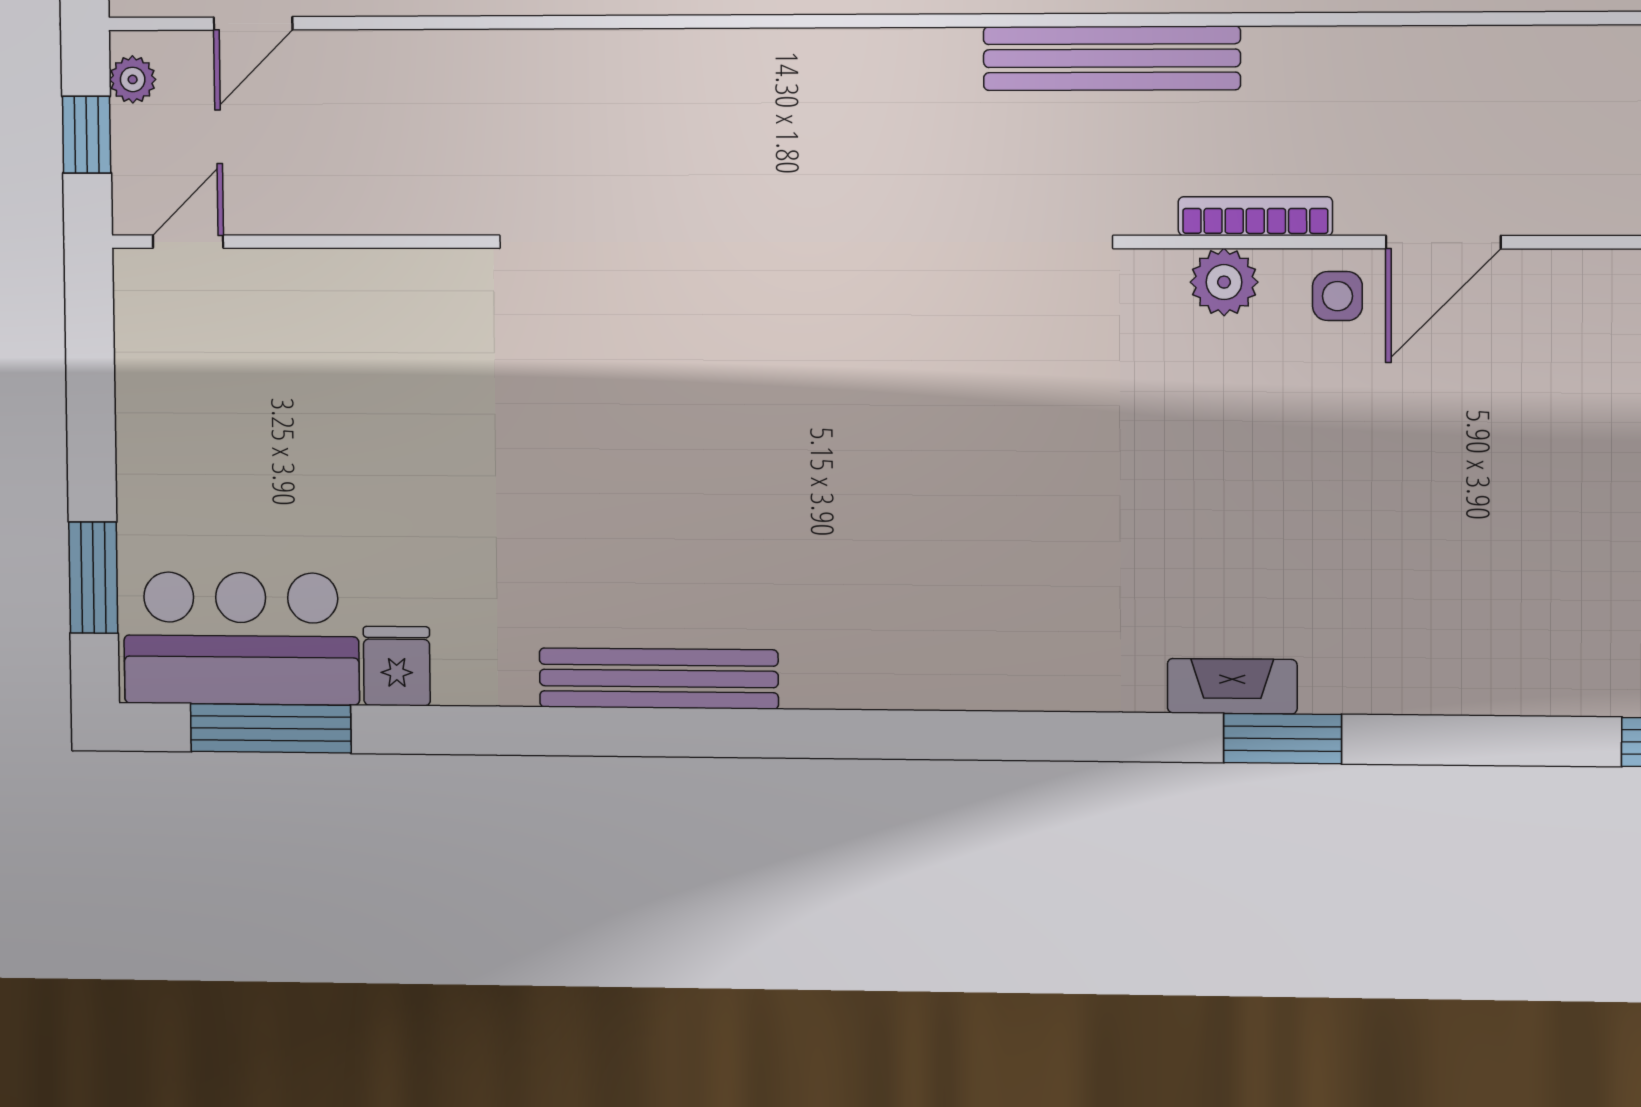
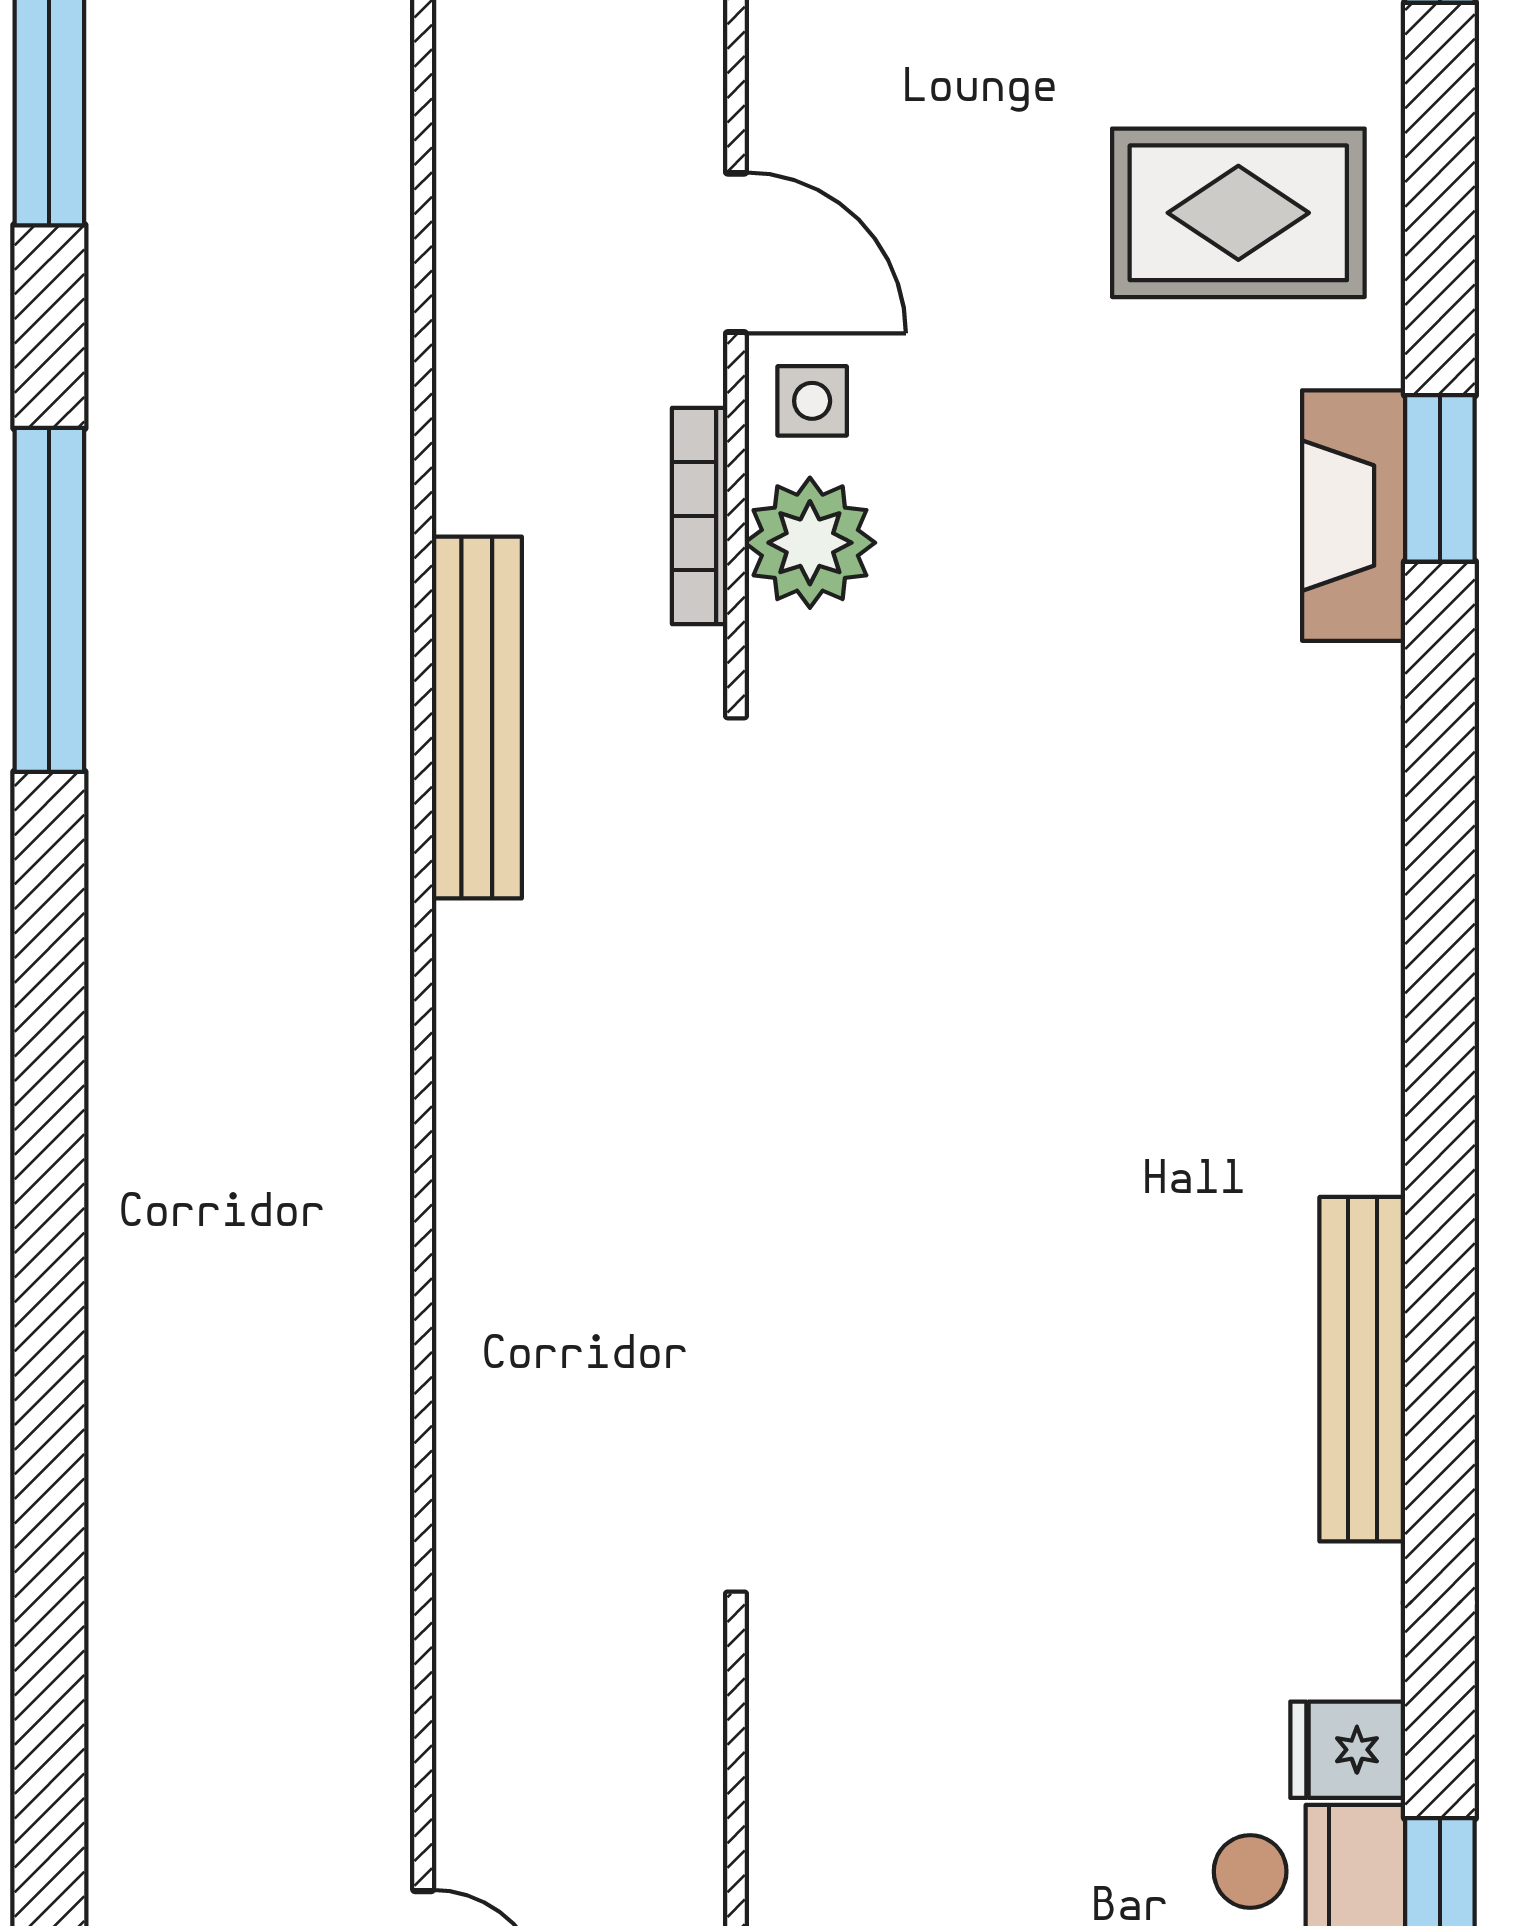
plant: (1224, 282) -> (810, 543), width x1.36, depth x1.36
rug: (1472, 598) -> (1238, 213), added
fireplace: (1232, 686) -> (1354, 516), width x1.37, depth x1.32

